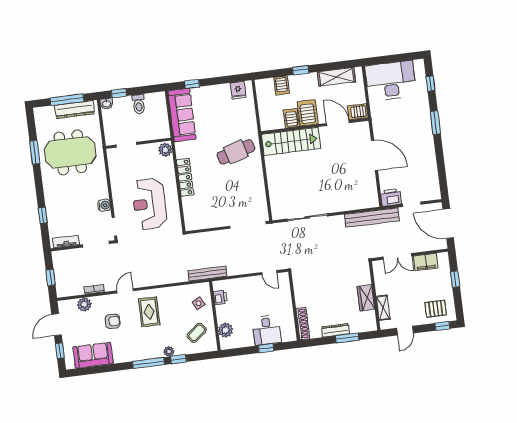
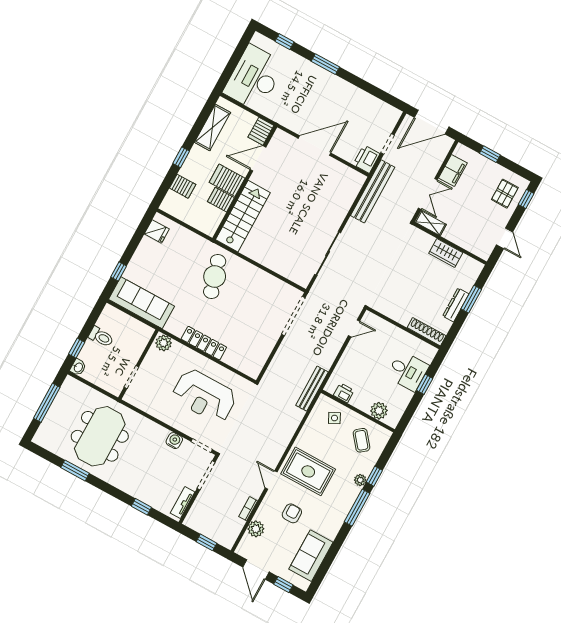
dresser: (75, 109) -> (61, 402), removed
shelving: (383, 308) -> (430, 223), moved
rug: (149, 312) -> (308, 471), width x1.36, depth x1.43

